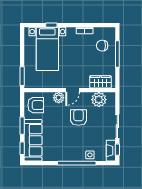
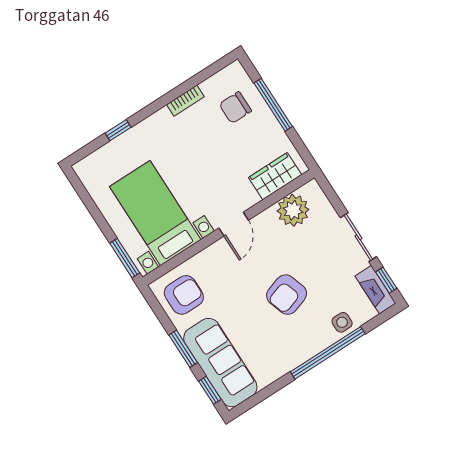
bed with nightstands: (47, 49) -> (155, 213), moved, turned 180
plant: (59, 98) -> (217, 254), removed
armchair: (79, 118) -> (287, 295), moved, turned -108

